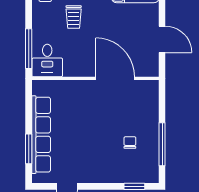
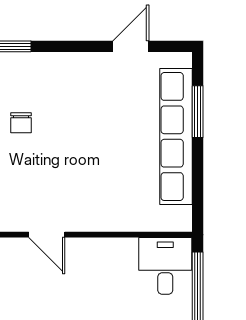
door: (115, 78) -> (47, 235), width x0.53

